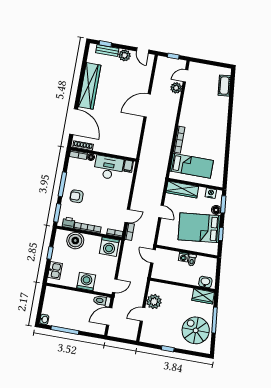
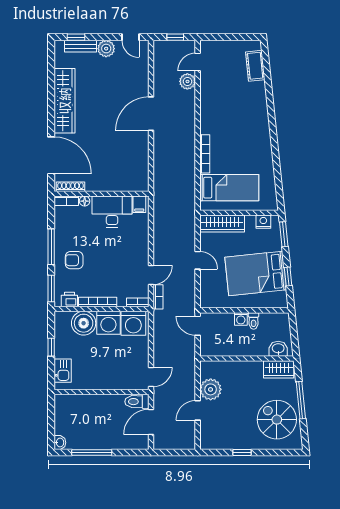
floor lamp: (216, 210) -> (275, 244), removed
washing machine: (86, 281) -> (108, 323), moved, turned 180

